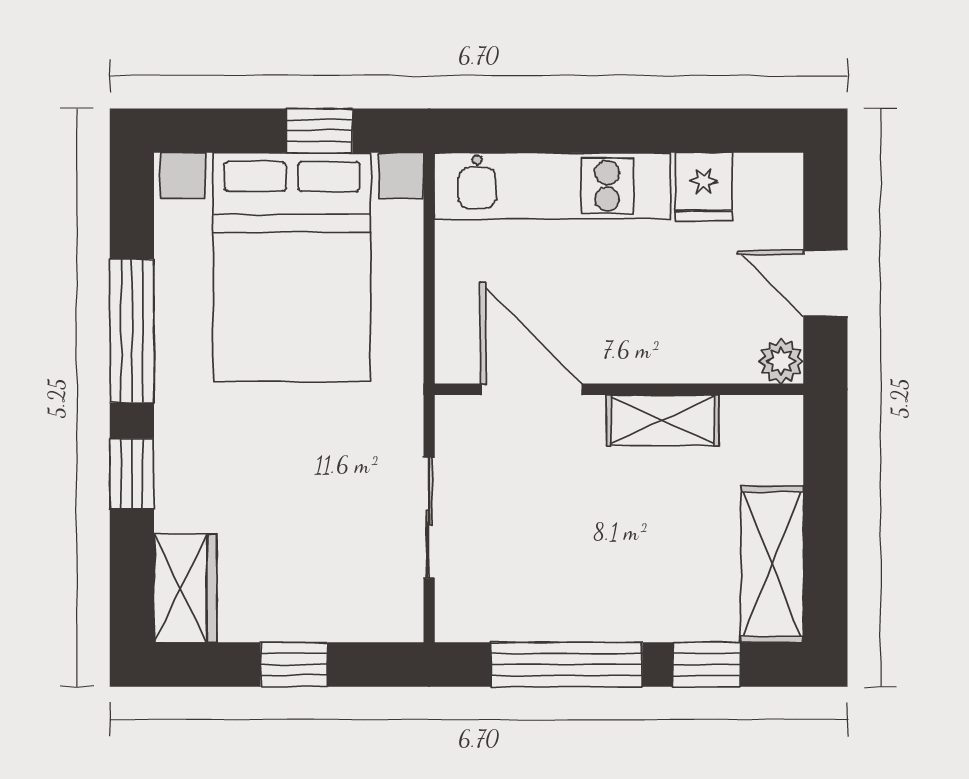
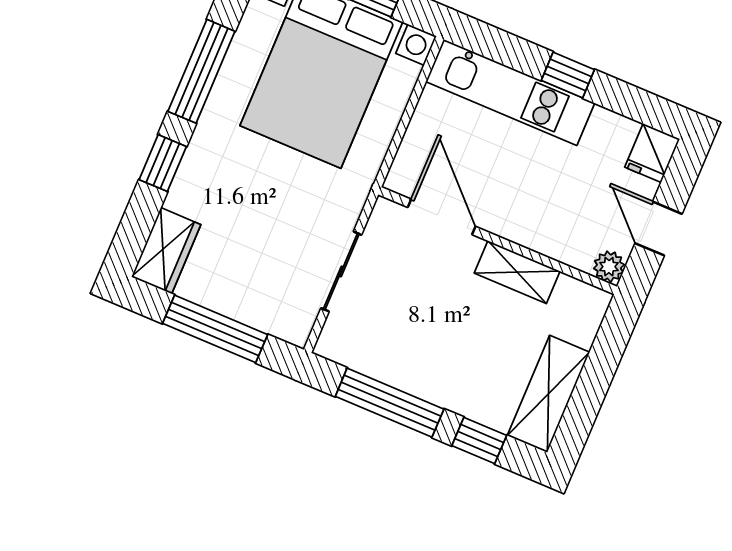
window: (619, 131) -> (568, 75), added
fridge: (704, 187) -> (652, 153), moved
window: (294, 664) -> (215, 329), width x2.17

